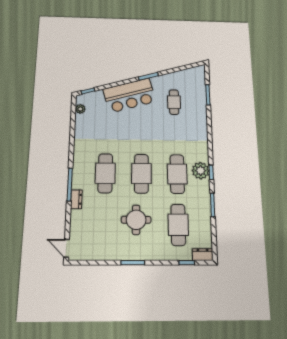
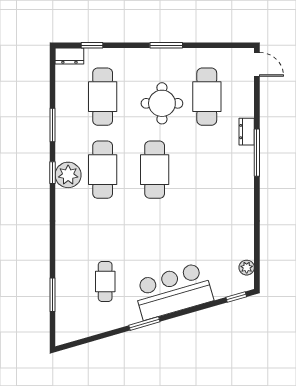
cafe table: (105, 173) -> (207, 97), moved

